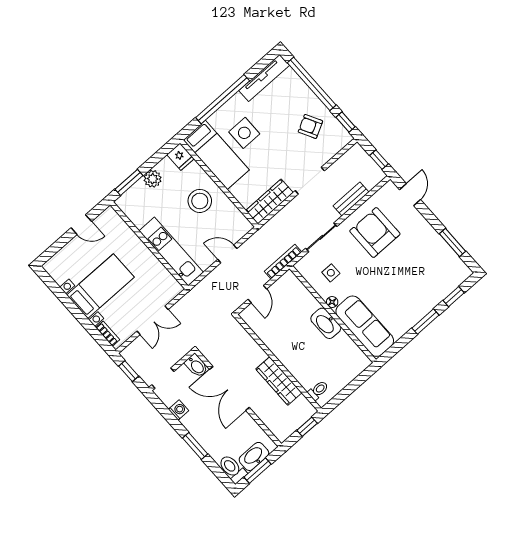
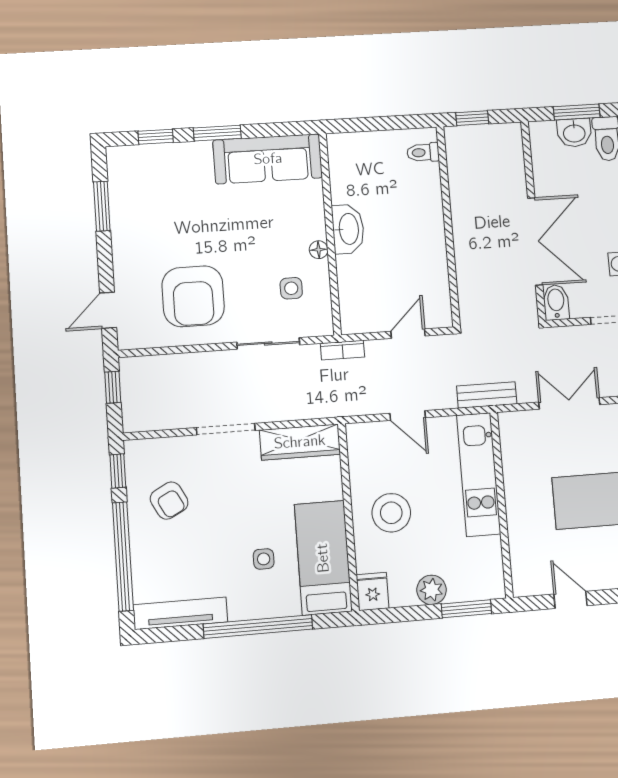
side table: (244, 133) -> (264, 559), width x0.54, depth x0.54
bench: (351, 199) -> (487, 395), moved
bookcase: (283, 262) -> (342, 350), width x0.64
sofa: (365, 326) -> (268, 159), moved, turned -90
wardrobe: (279, 381) -> (465, 203), removed
washbasin: (254, 456) -> (574, 133), width x0.72

